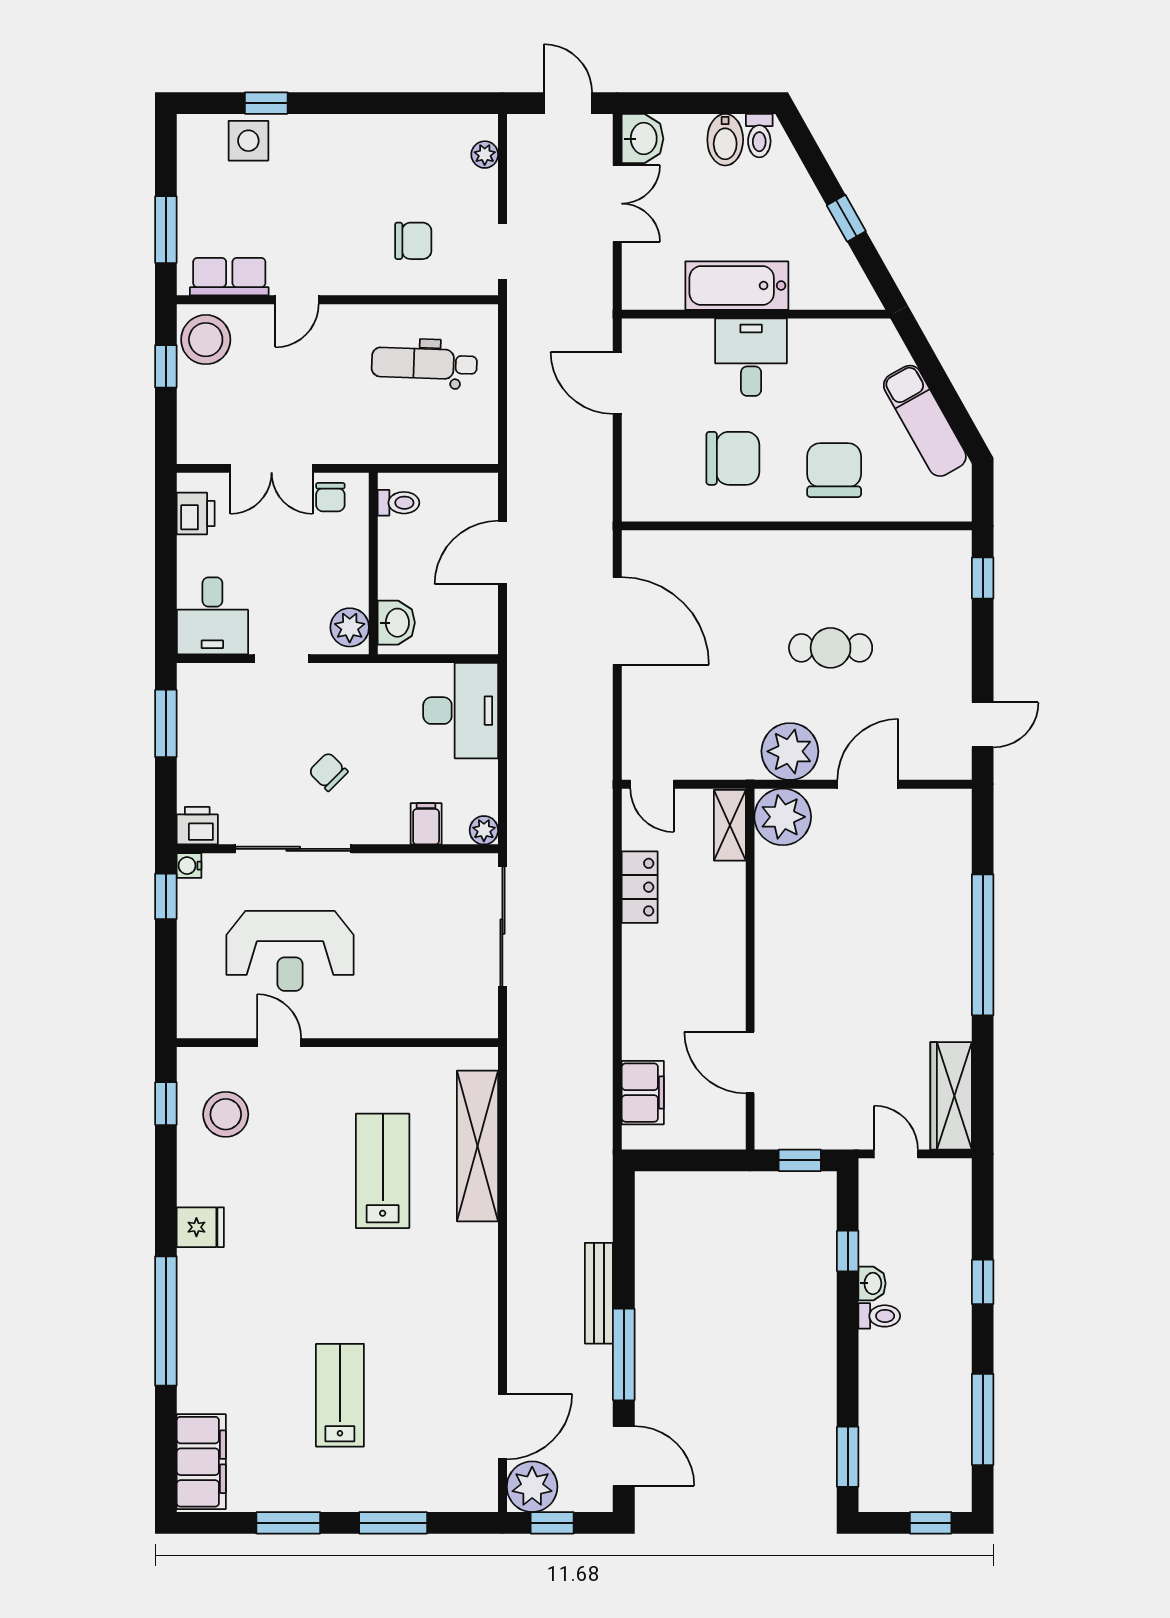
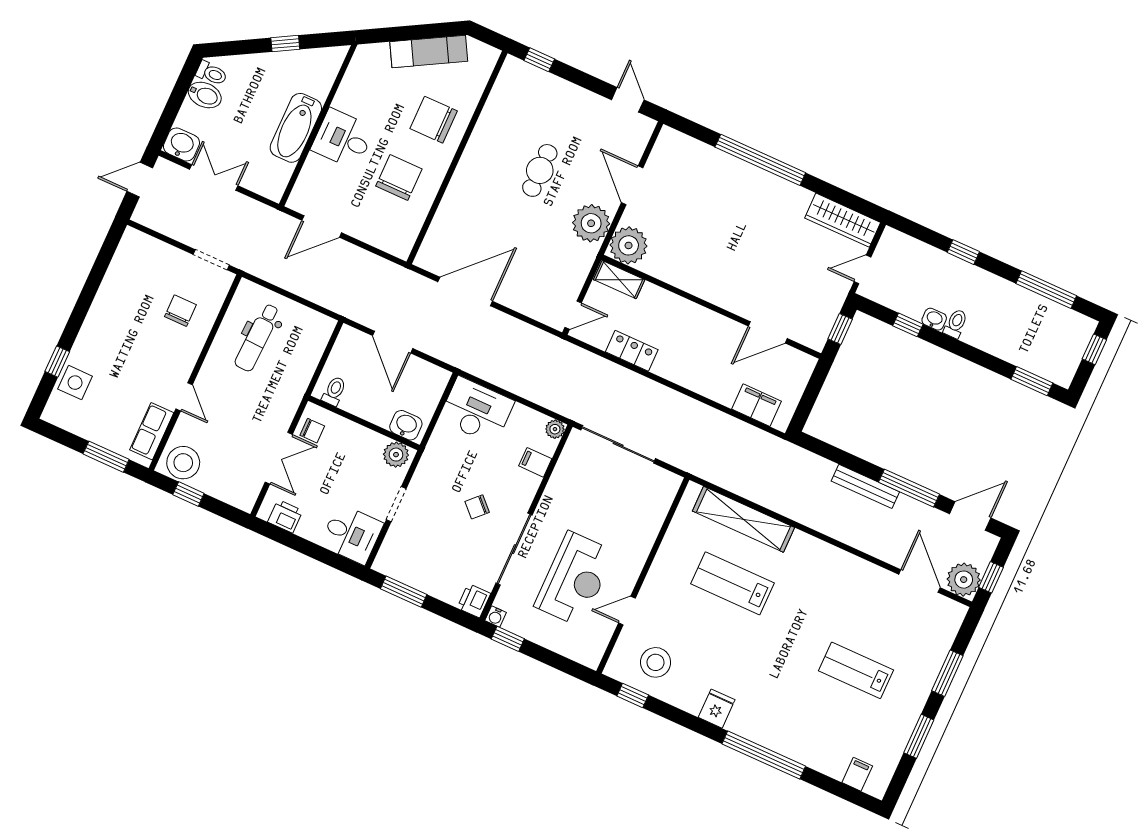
plant: (485, 155) -> (148, 244), removed
filing cabinet: (201, 1462) -> (857, 774), width x0.33, depth x0.86

